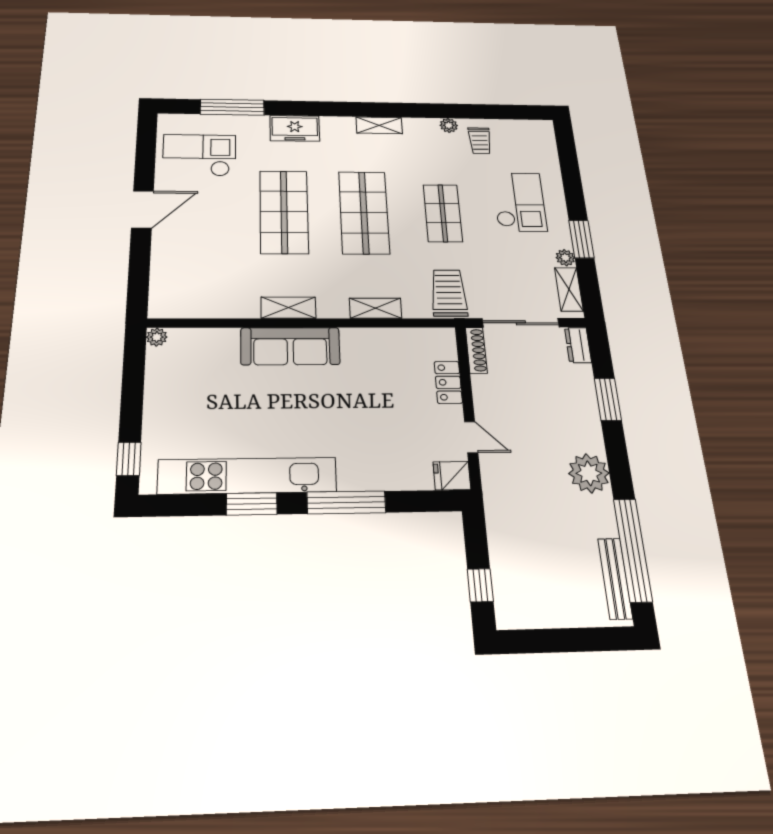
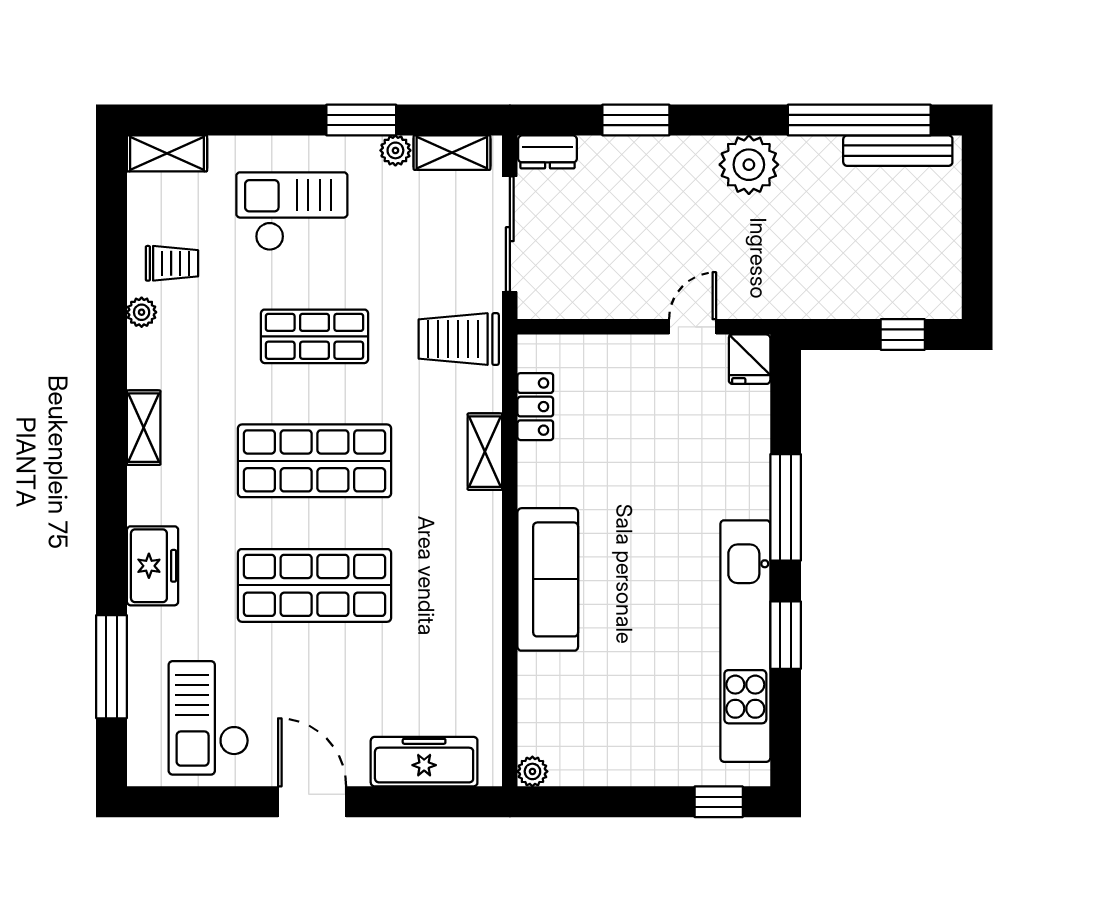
freezer: (166, 272) -> (424, 762), added
shelving: (288, 308) -> (167, 153), moved, turned 90
shoe rack: (476, 350) -> (555, 306), removed
locker: (448, 382) -> (535, 407), moved, turned -90

